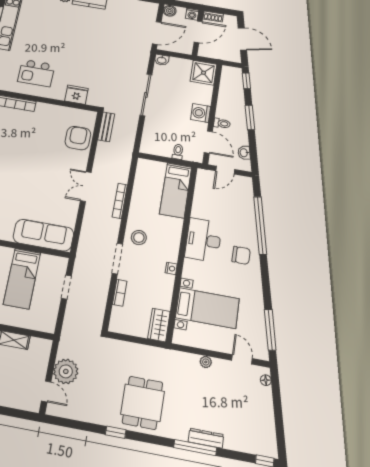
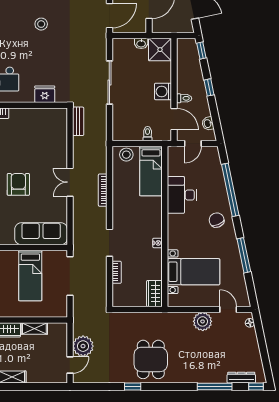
stool: (86, 29) -> (41, 24), added
washbasin: (162, 60) -> (141, 43), moved
window: (250, 117) -> (209, 87), width x0.67
armchair: (78, 138) -> (18, 184), moved
stool: (139, 238) -> (126, 155), moved
desk: (203, 240) -> (182, 195), moved
chair: (241, 255) -> (217, 220), turned -113
doorway: (66, 287) -> (70, 276), width x1.87
window: (270, 330) -> (244, 255), moved
plant: (206, 362) -> (203, 321), width x1.88, depth x1.88
door: (46, 391) -> (70, 365), hinge flipped
dresser: (206, 438) -> (241, 378), moved
window: (195, 448) -> (215, 387), moved

